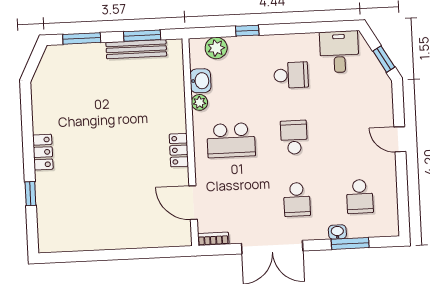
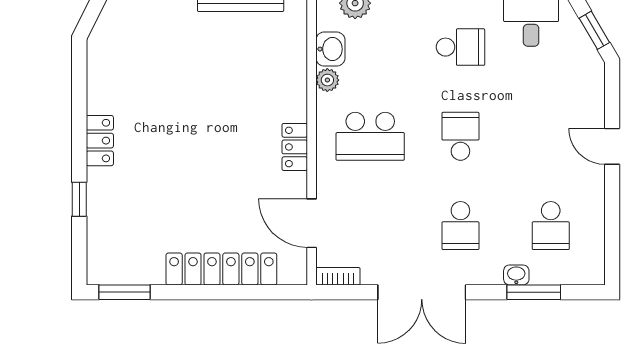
locker: (132, 238) -> (221, 269), added
window: (65, 257) -> (124, 292), added

